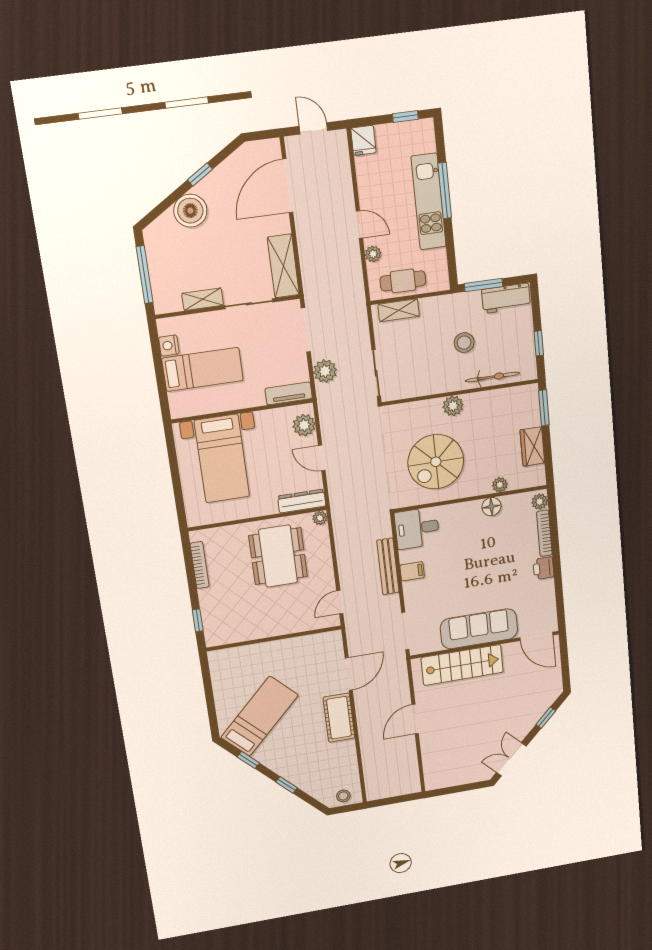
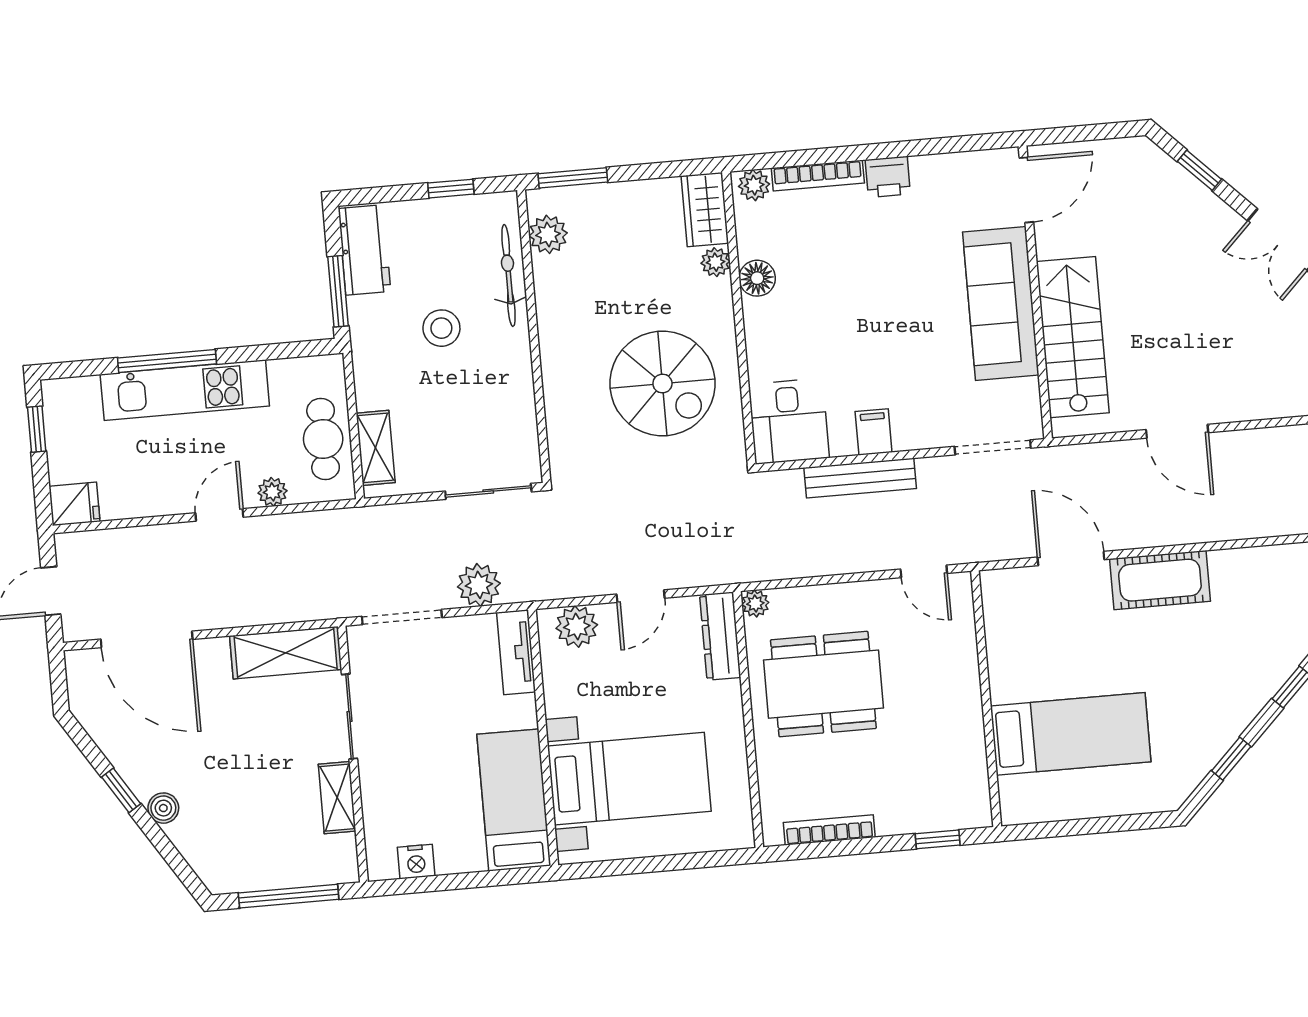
boiler: (190, 211) -> (163, 808), width x0.54, depth x0.54
bed: (203, 369) -> (514, 800), moved
plant: (453, 406) -> (548, 234), moved
wardrobe: (532, 446) -> (705, 210), moved, turned 90
bed: (260, 716) -> (1071, 734), moved, turned 135

